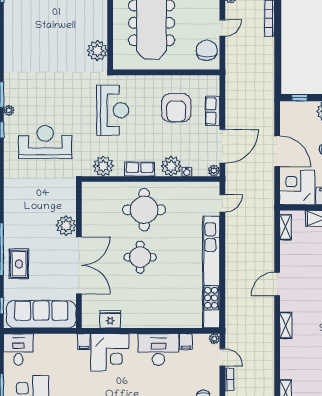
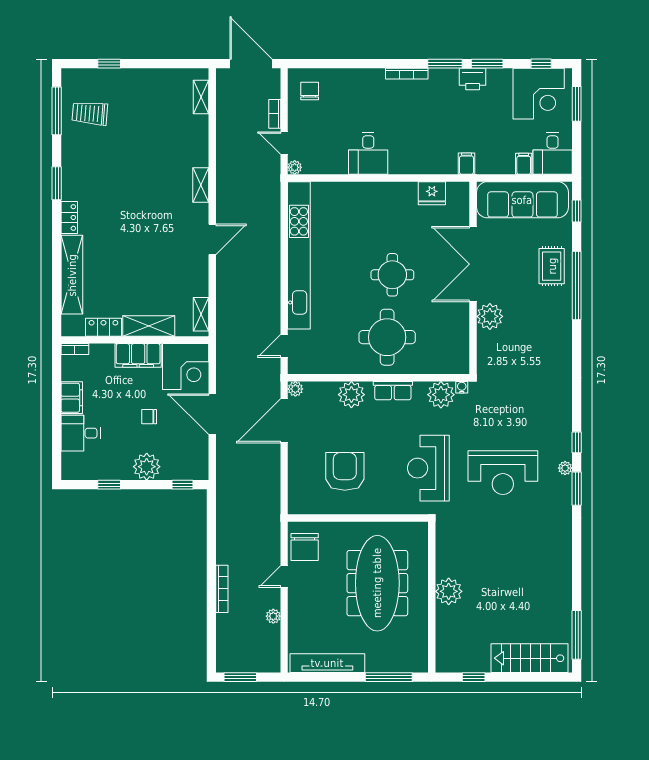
plant: (97, 51) -> (449, 591), moved
row of seats: (213, 111) -> (297, 467), removed
reception desk: (45, 142) -> (503, 473), moved
water cooler: (187, 172) -> (462, 387), moved
filing cabinet: (186, 342) -> (524, 164), moved
desk: (158, 350) -> (368, 153), width x0.73
corner desk: (110, 352) -> (432, 150), removed

